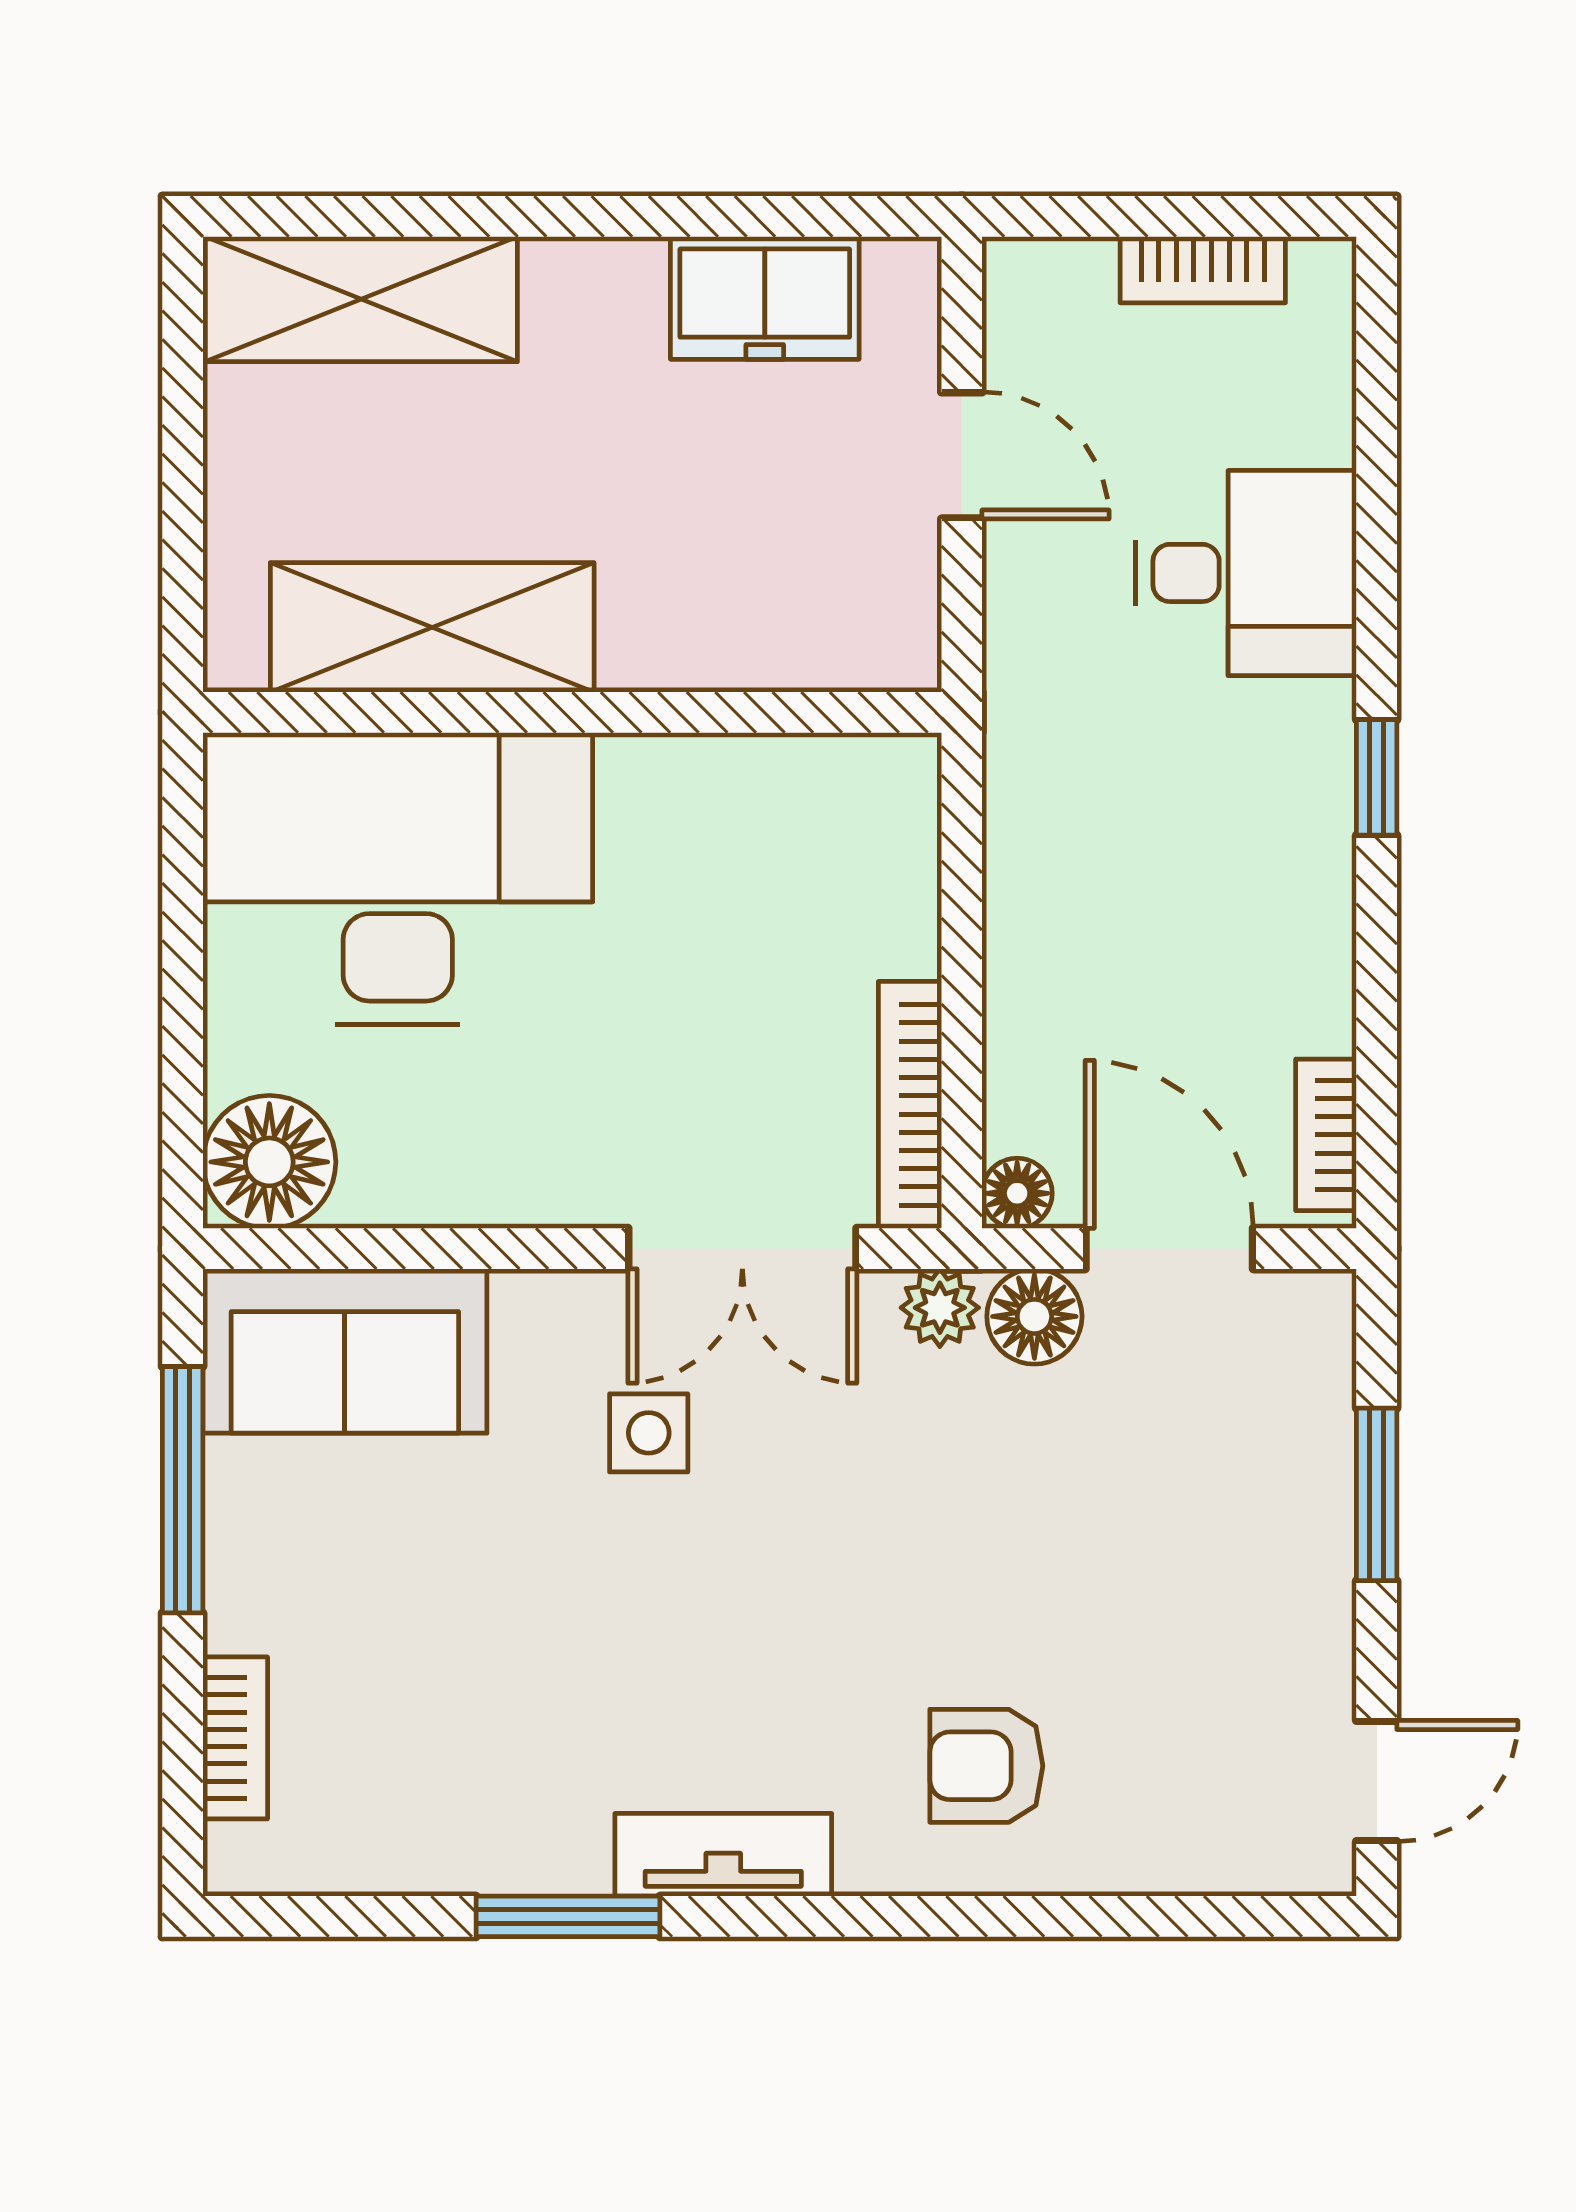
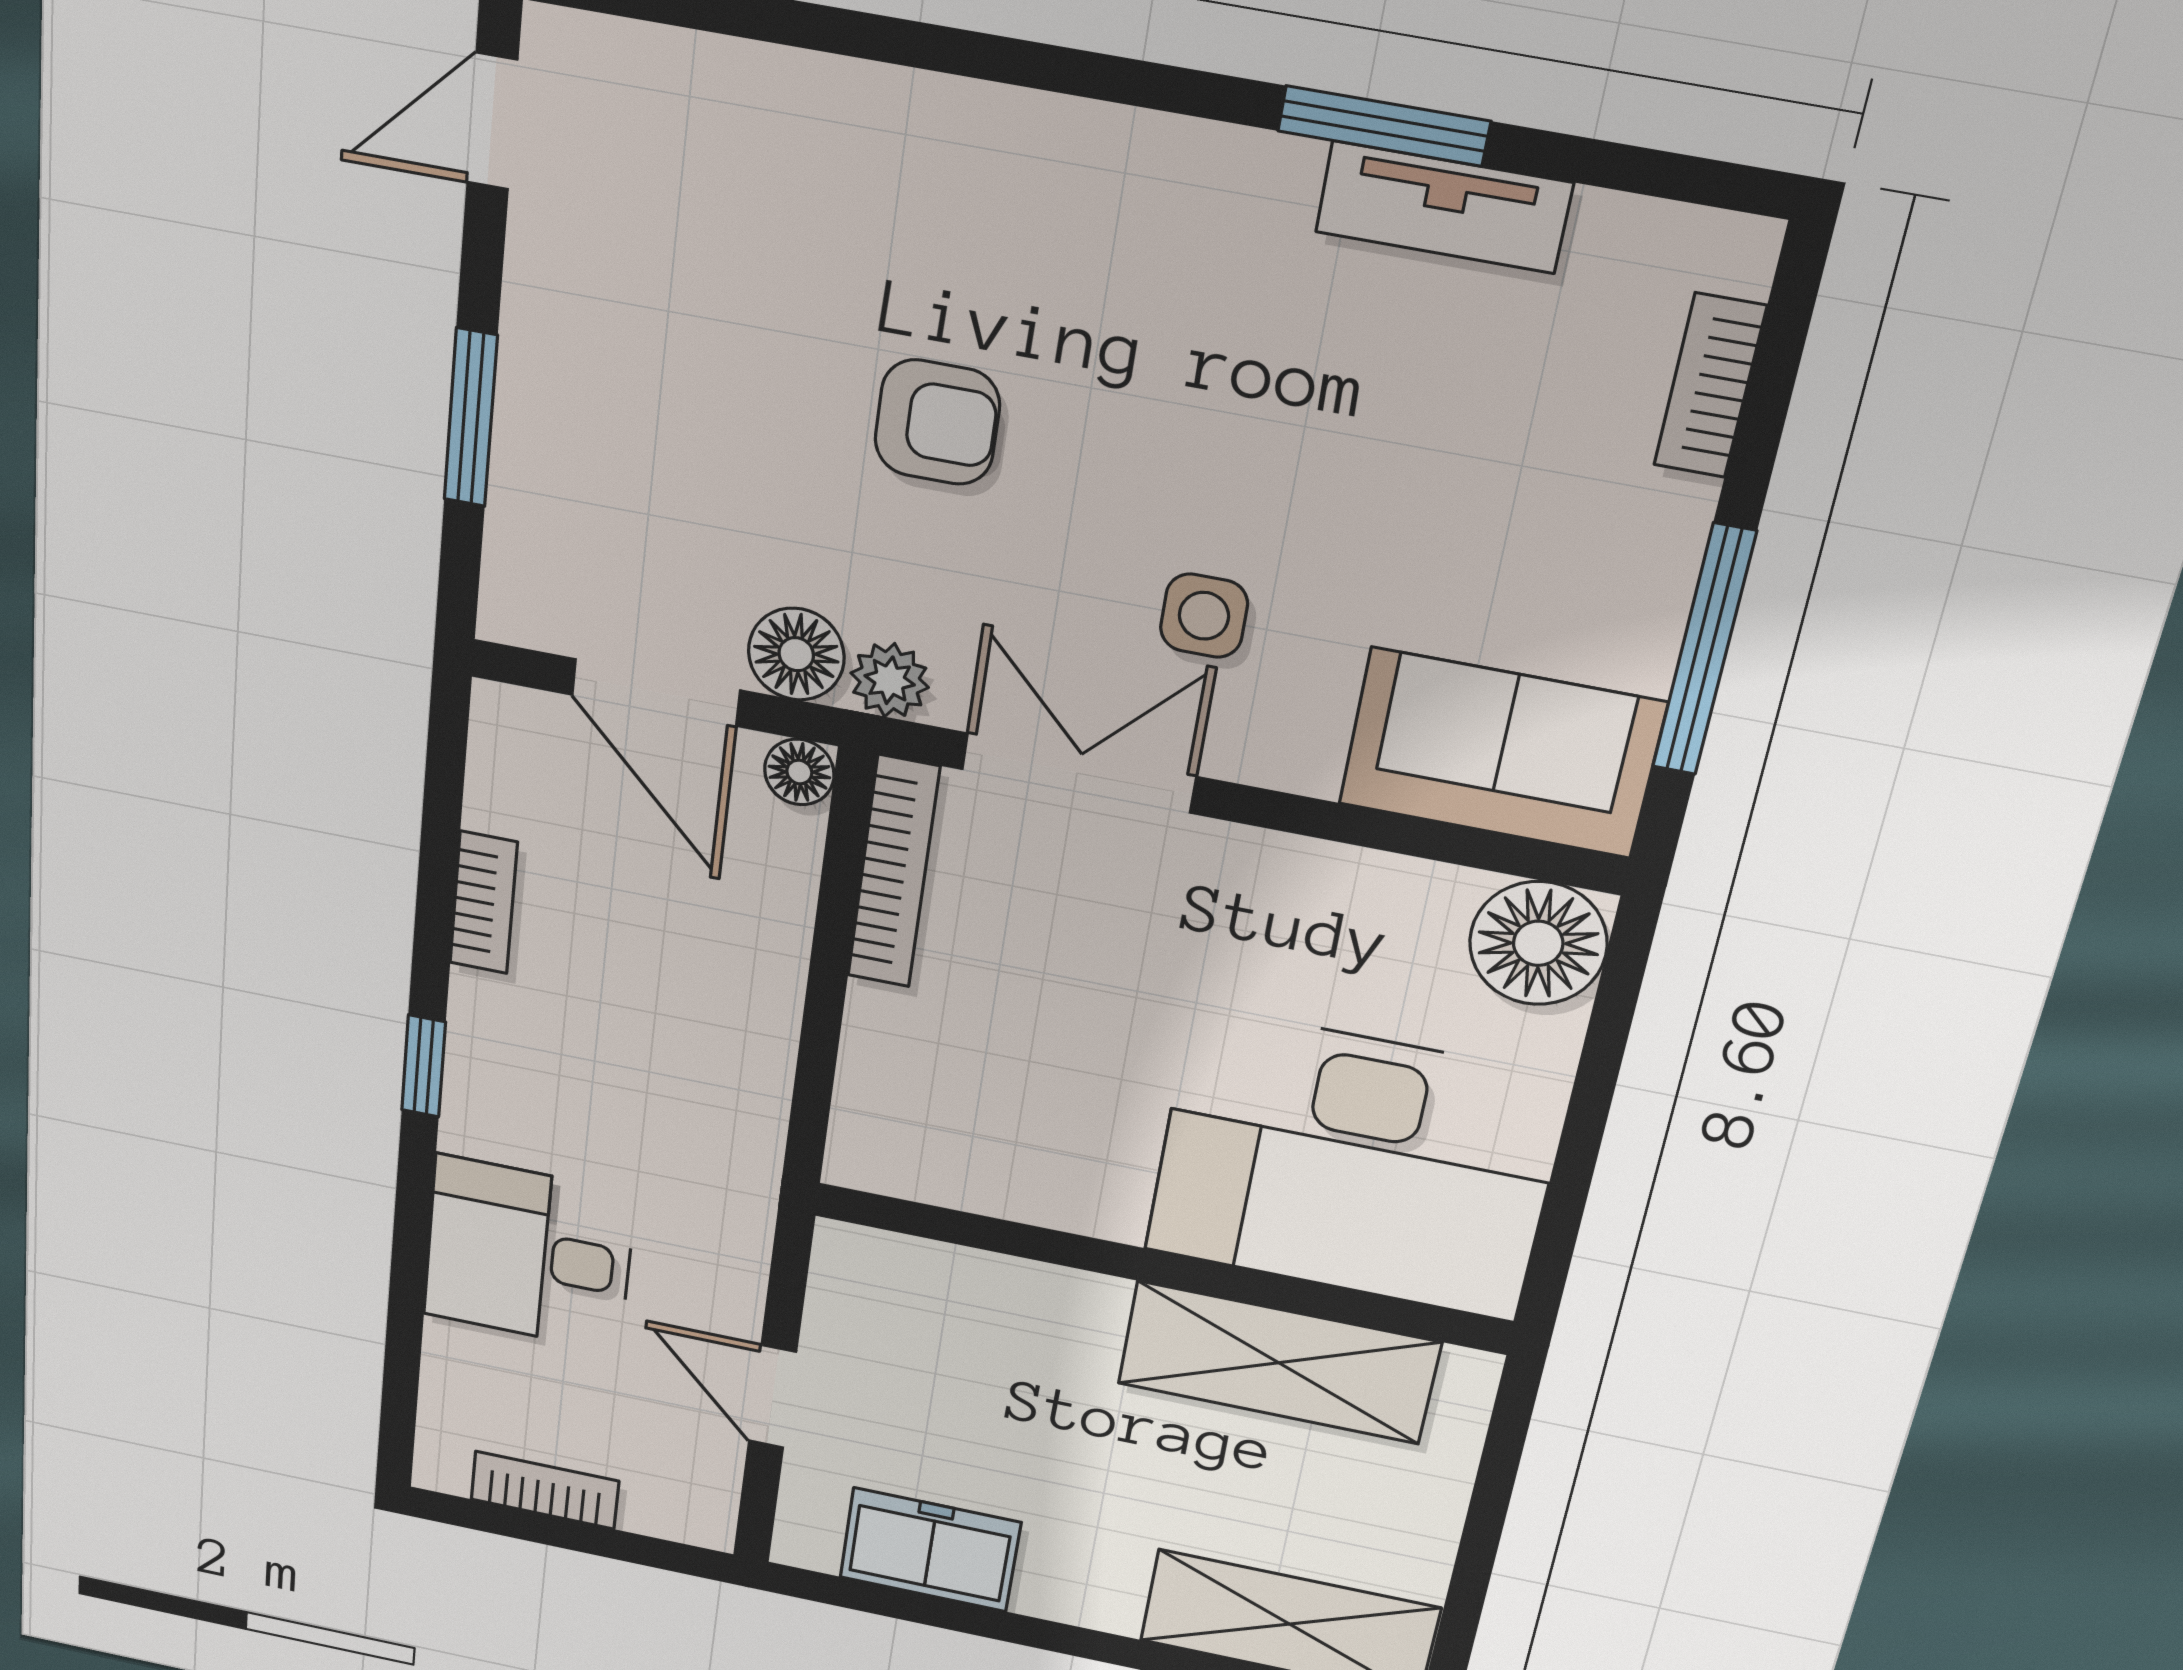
bookcase: (1326, 1135) -> (484, 903), moved
armchair: (986, 1766) -> (937, 422), moved
tv unit: (723, 1855) -> (1444, 207), moved

